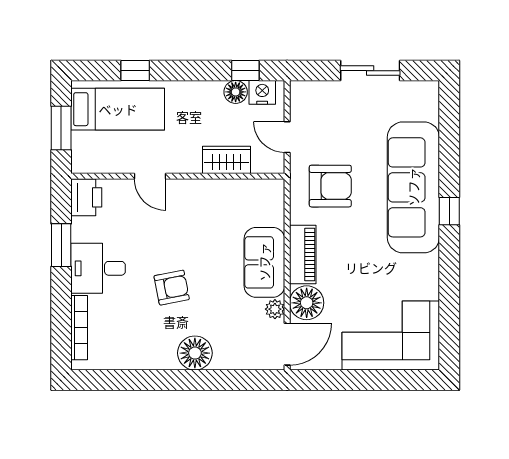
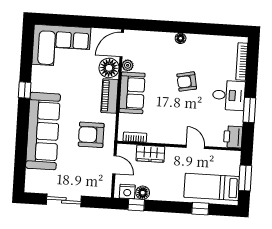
bookcase: (255, 187) -> (135, 137), added
window: (449, 211) -> (25, 90), moved
floor lamp: (195, 353) -> (181, 38), width x0.53, depth x0.53

